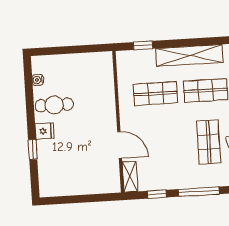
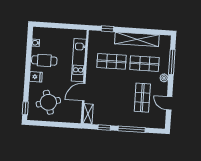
kitchen unit: (106, 98) -> (79, 60), added
door: (120, 145) -> (84, 92), swing flipped
window: (33, 149) -> (25, 108), moved
round table: (68, 167) -> (48, 102), added

